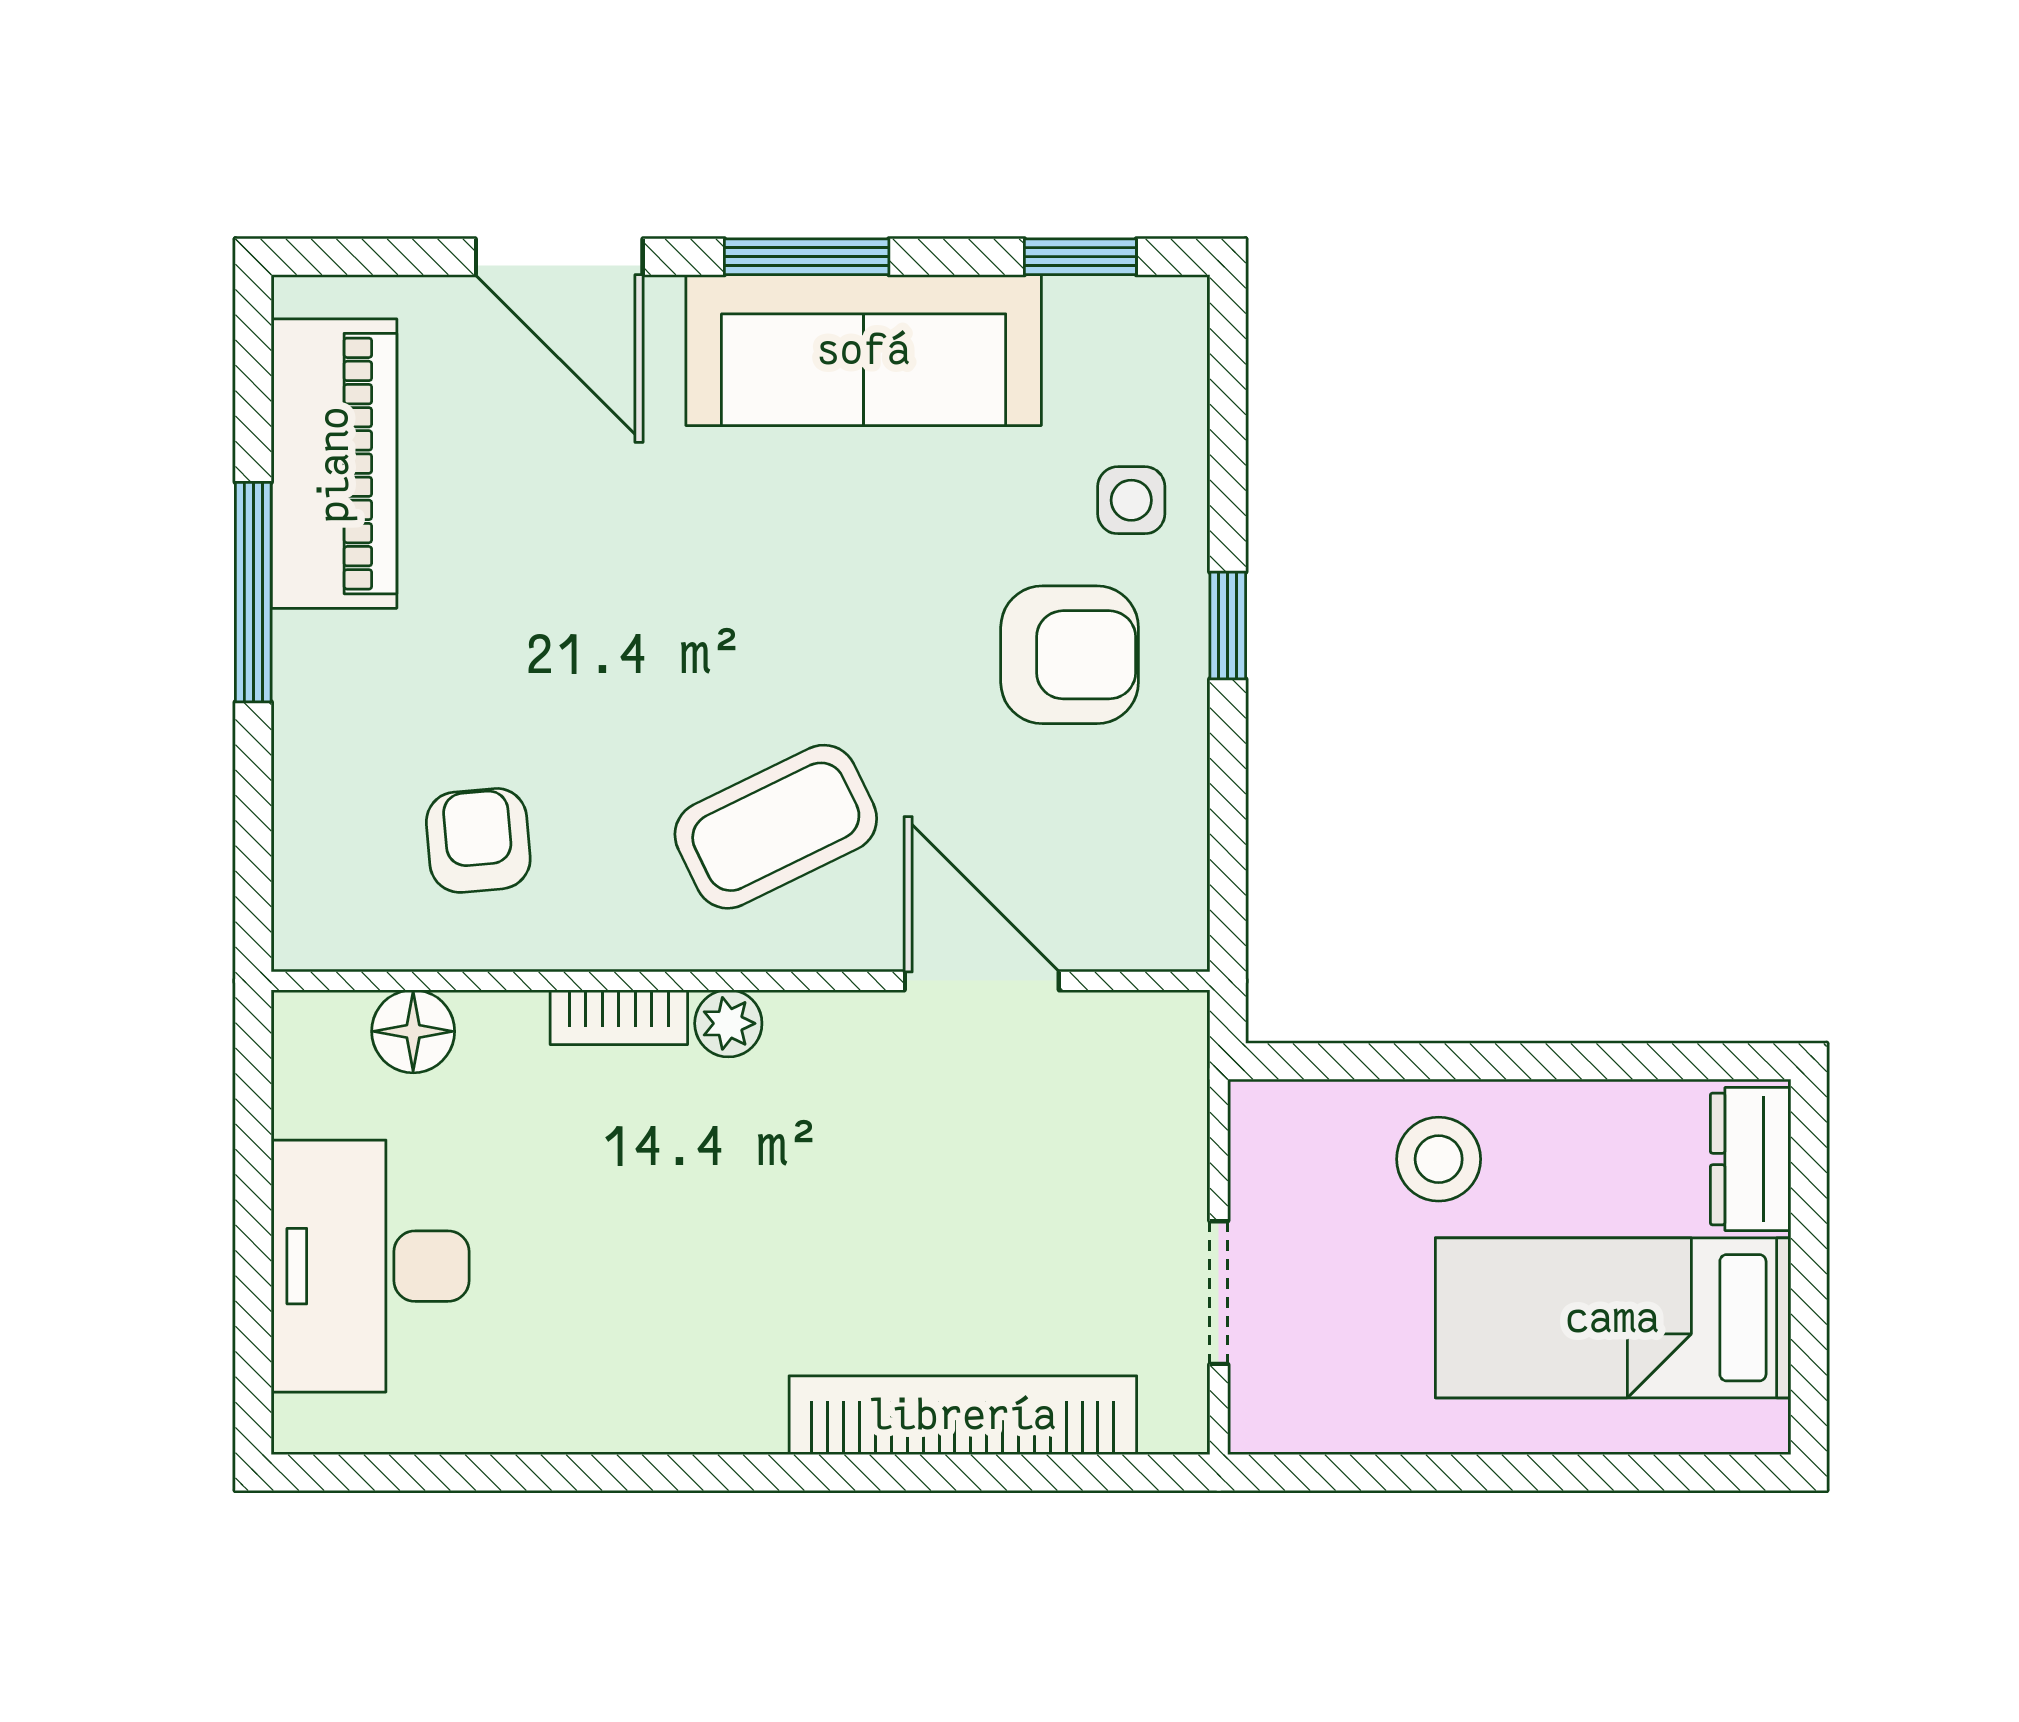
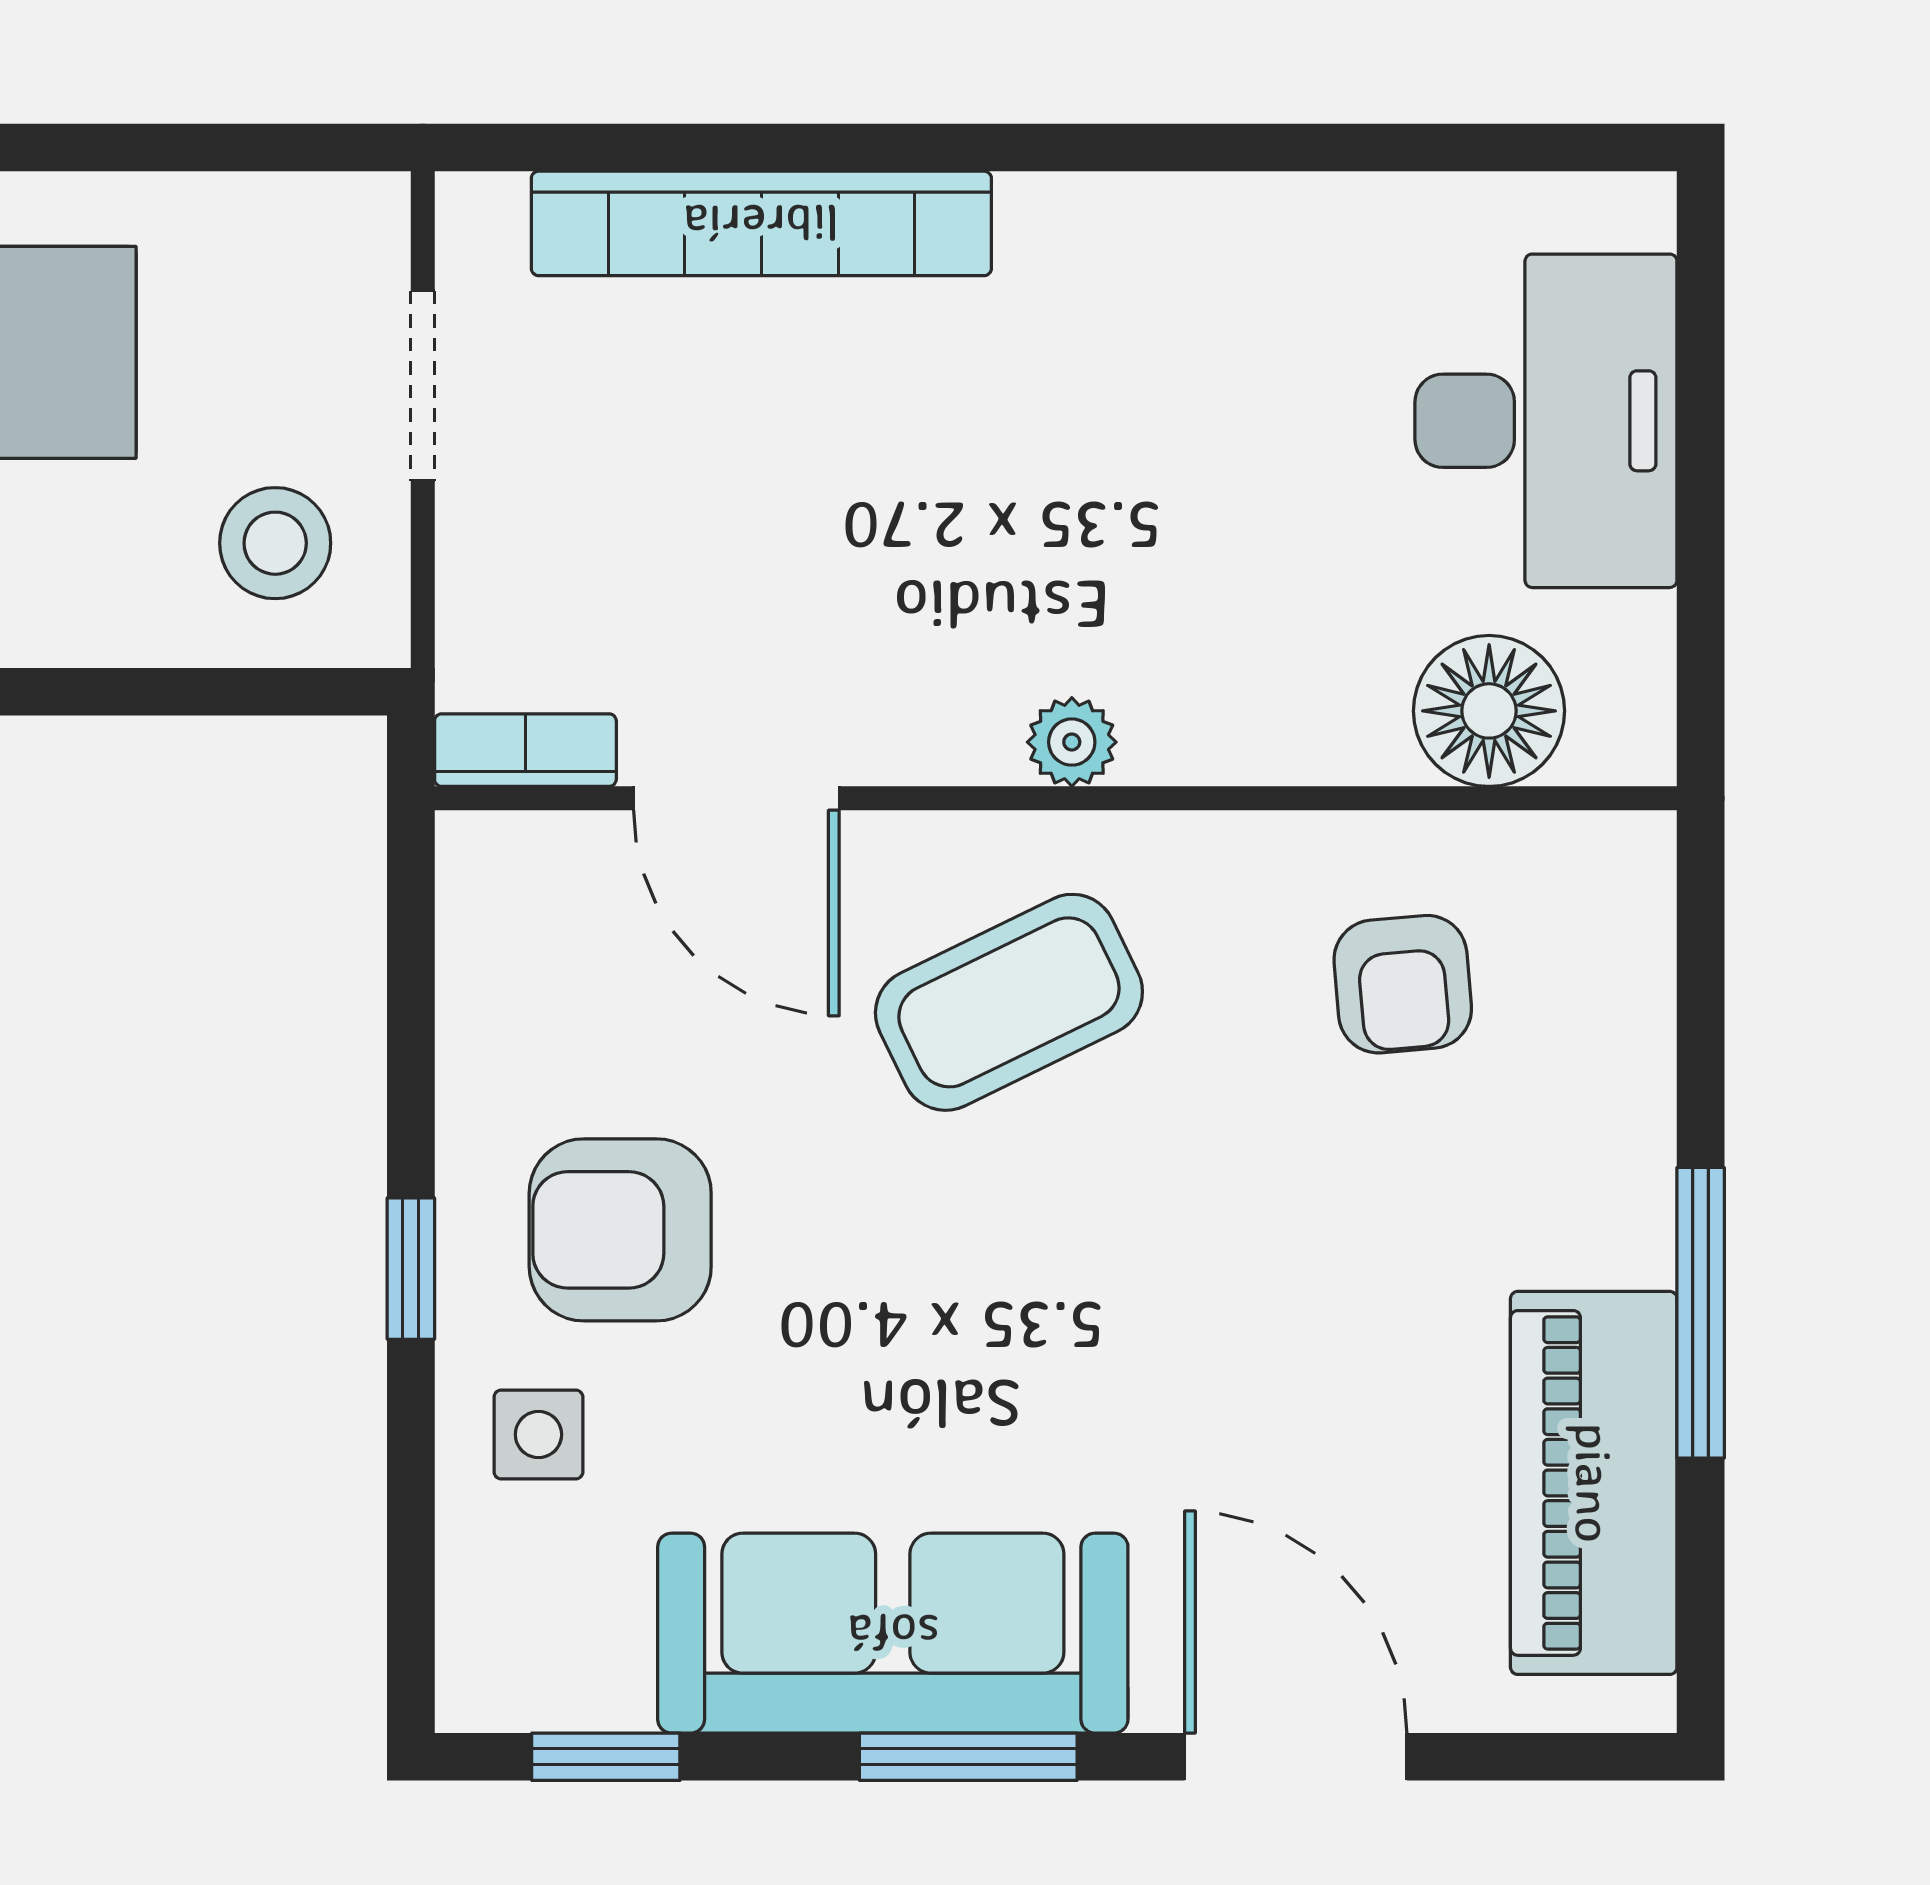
bookcase: (619, 1017) -> (525, 750), moved
floor lamp: (413, 1031) -> (1489, 711), width x1.38, depth x1.38
stool: (1439, 1159) -> (275, 543), moved

